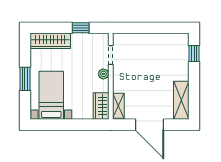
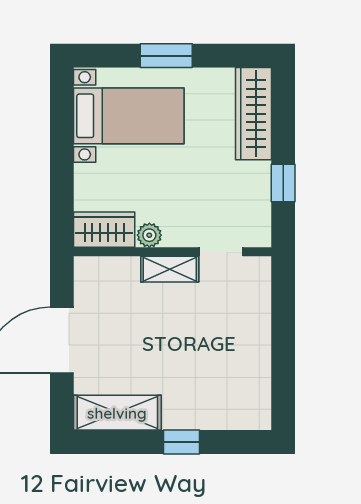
window: (194, 54) -> (182, 442), moved
plant: (103, 74) -> (149, 235), moved
shelving: (118, 106) -> (170, 269), moved

